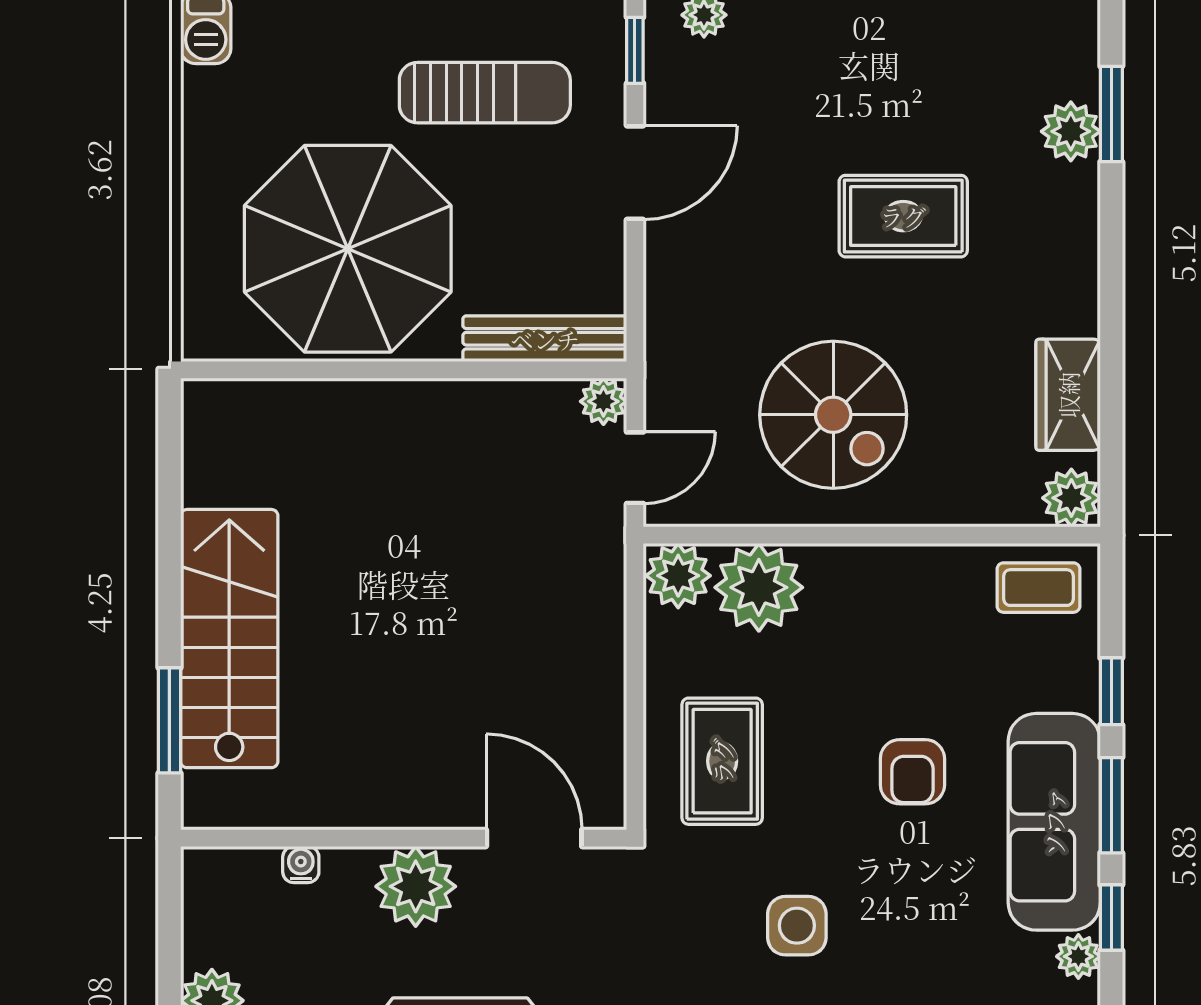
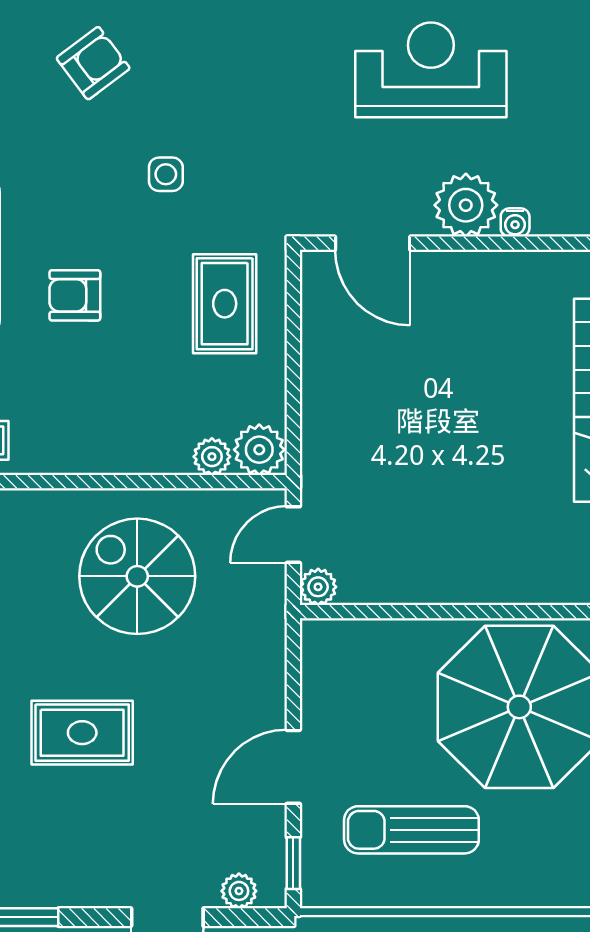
bench: (545, 339) -> (364, 636), removed
plant: (759, 587) -> (212, 457), width x0.53, depth x0.53
armchair: (912, 772) -> (75, 295), turned -90
water cooler: (301, 864) -> (515, 222), moved
side table: (797, 926) -> (166, 174), width x0.73, depth x0.73

